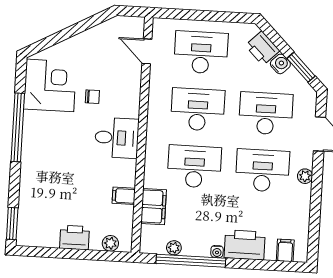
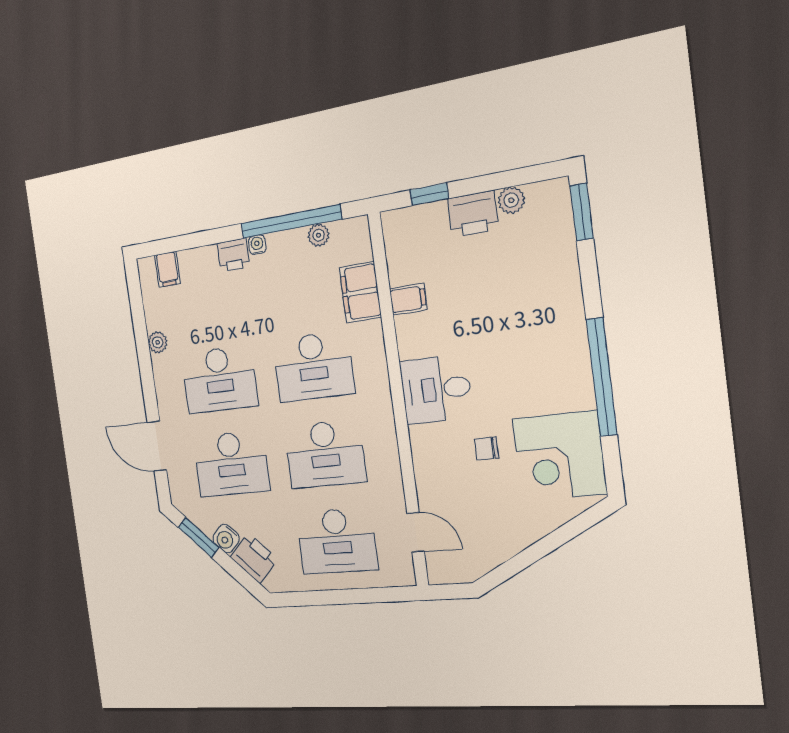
plant: (305, 176) -> (158, 342), moved
plant: (110, 243) -> (511, 200), moved
printer: (245, 245) -> (233, 255), width x0.53, depth x0.68
window: (98, 255) -> (429, 194), added

